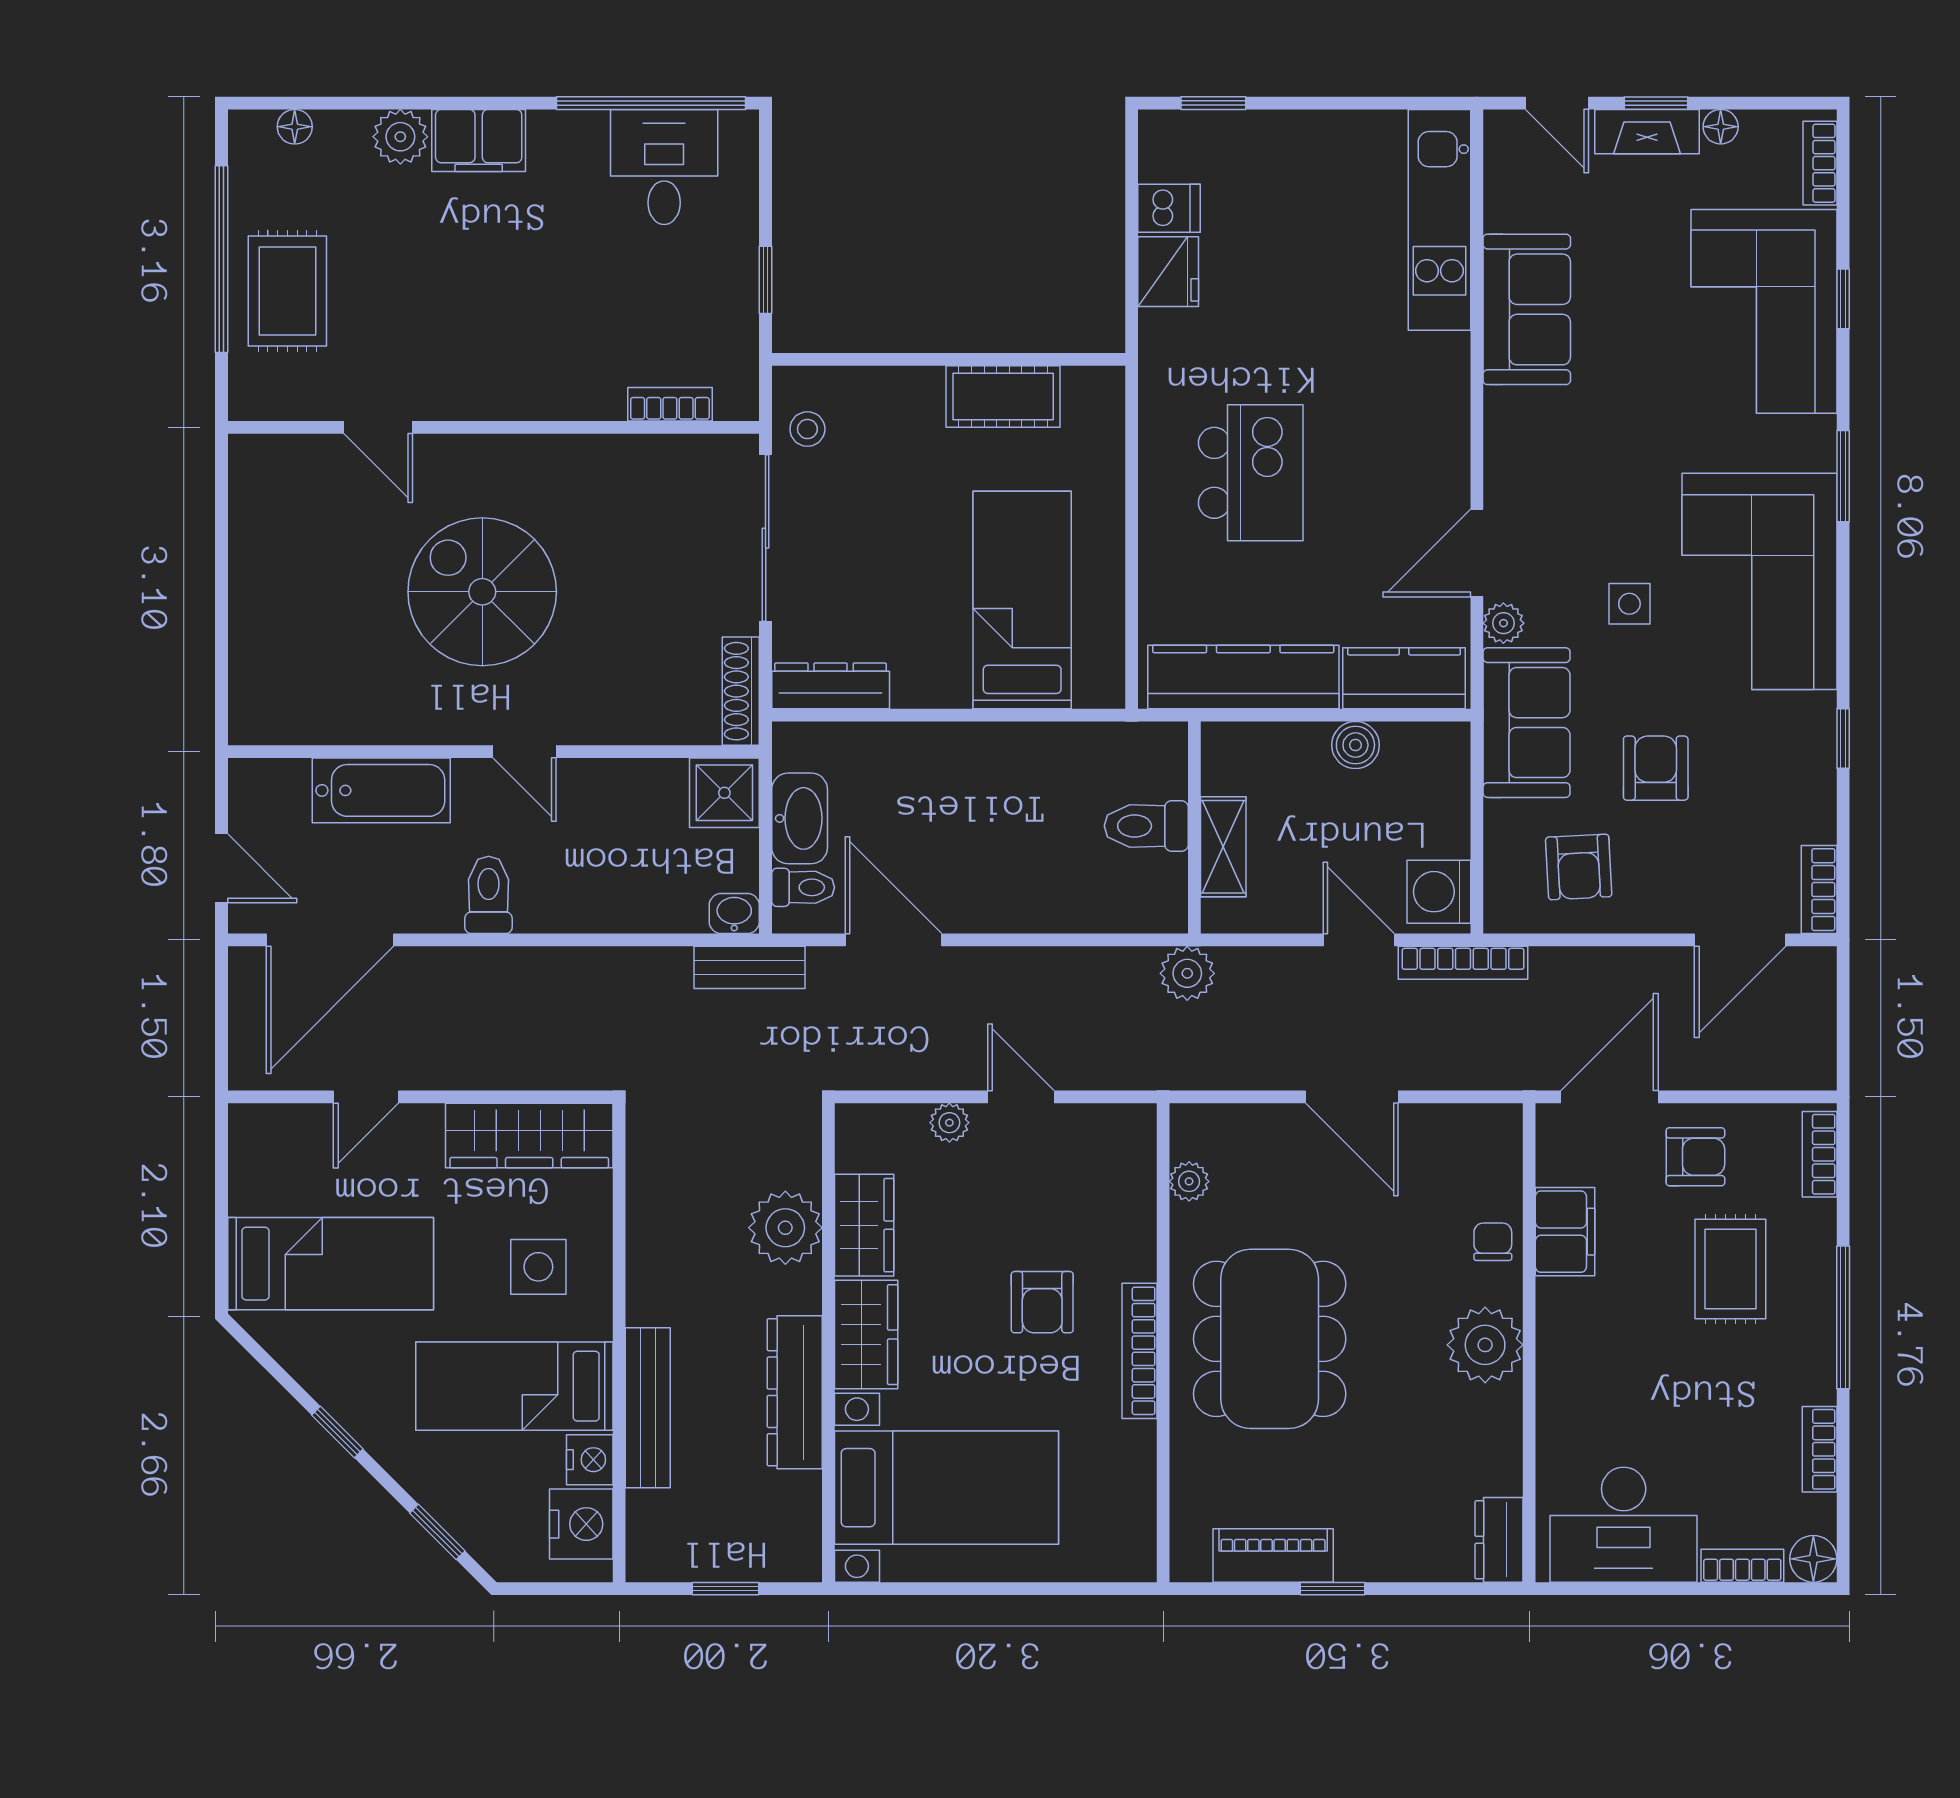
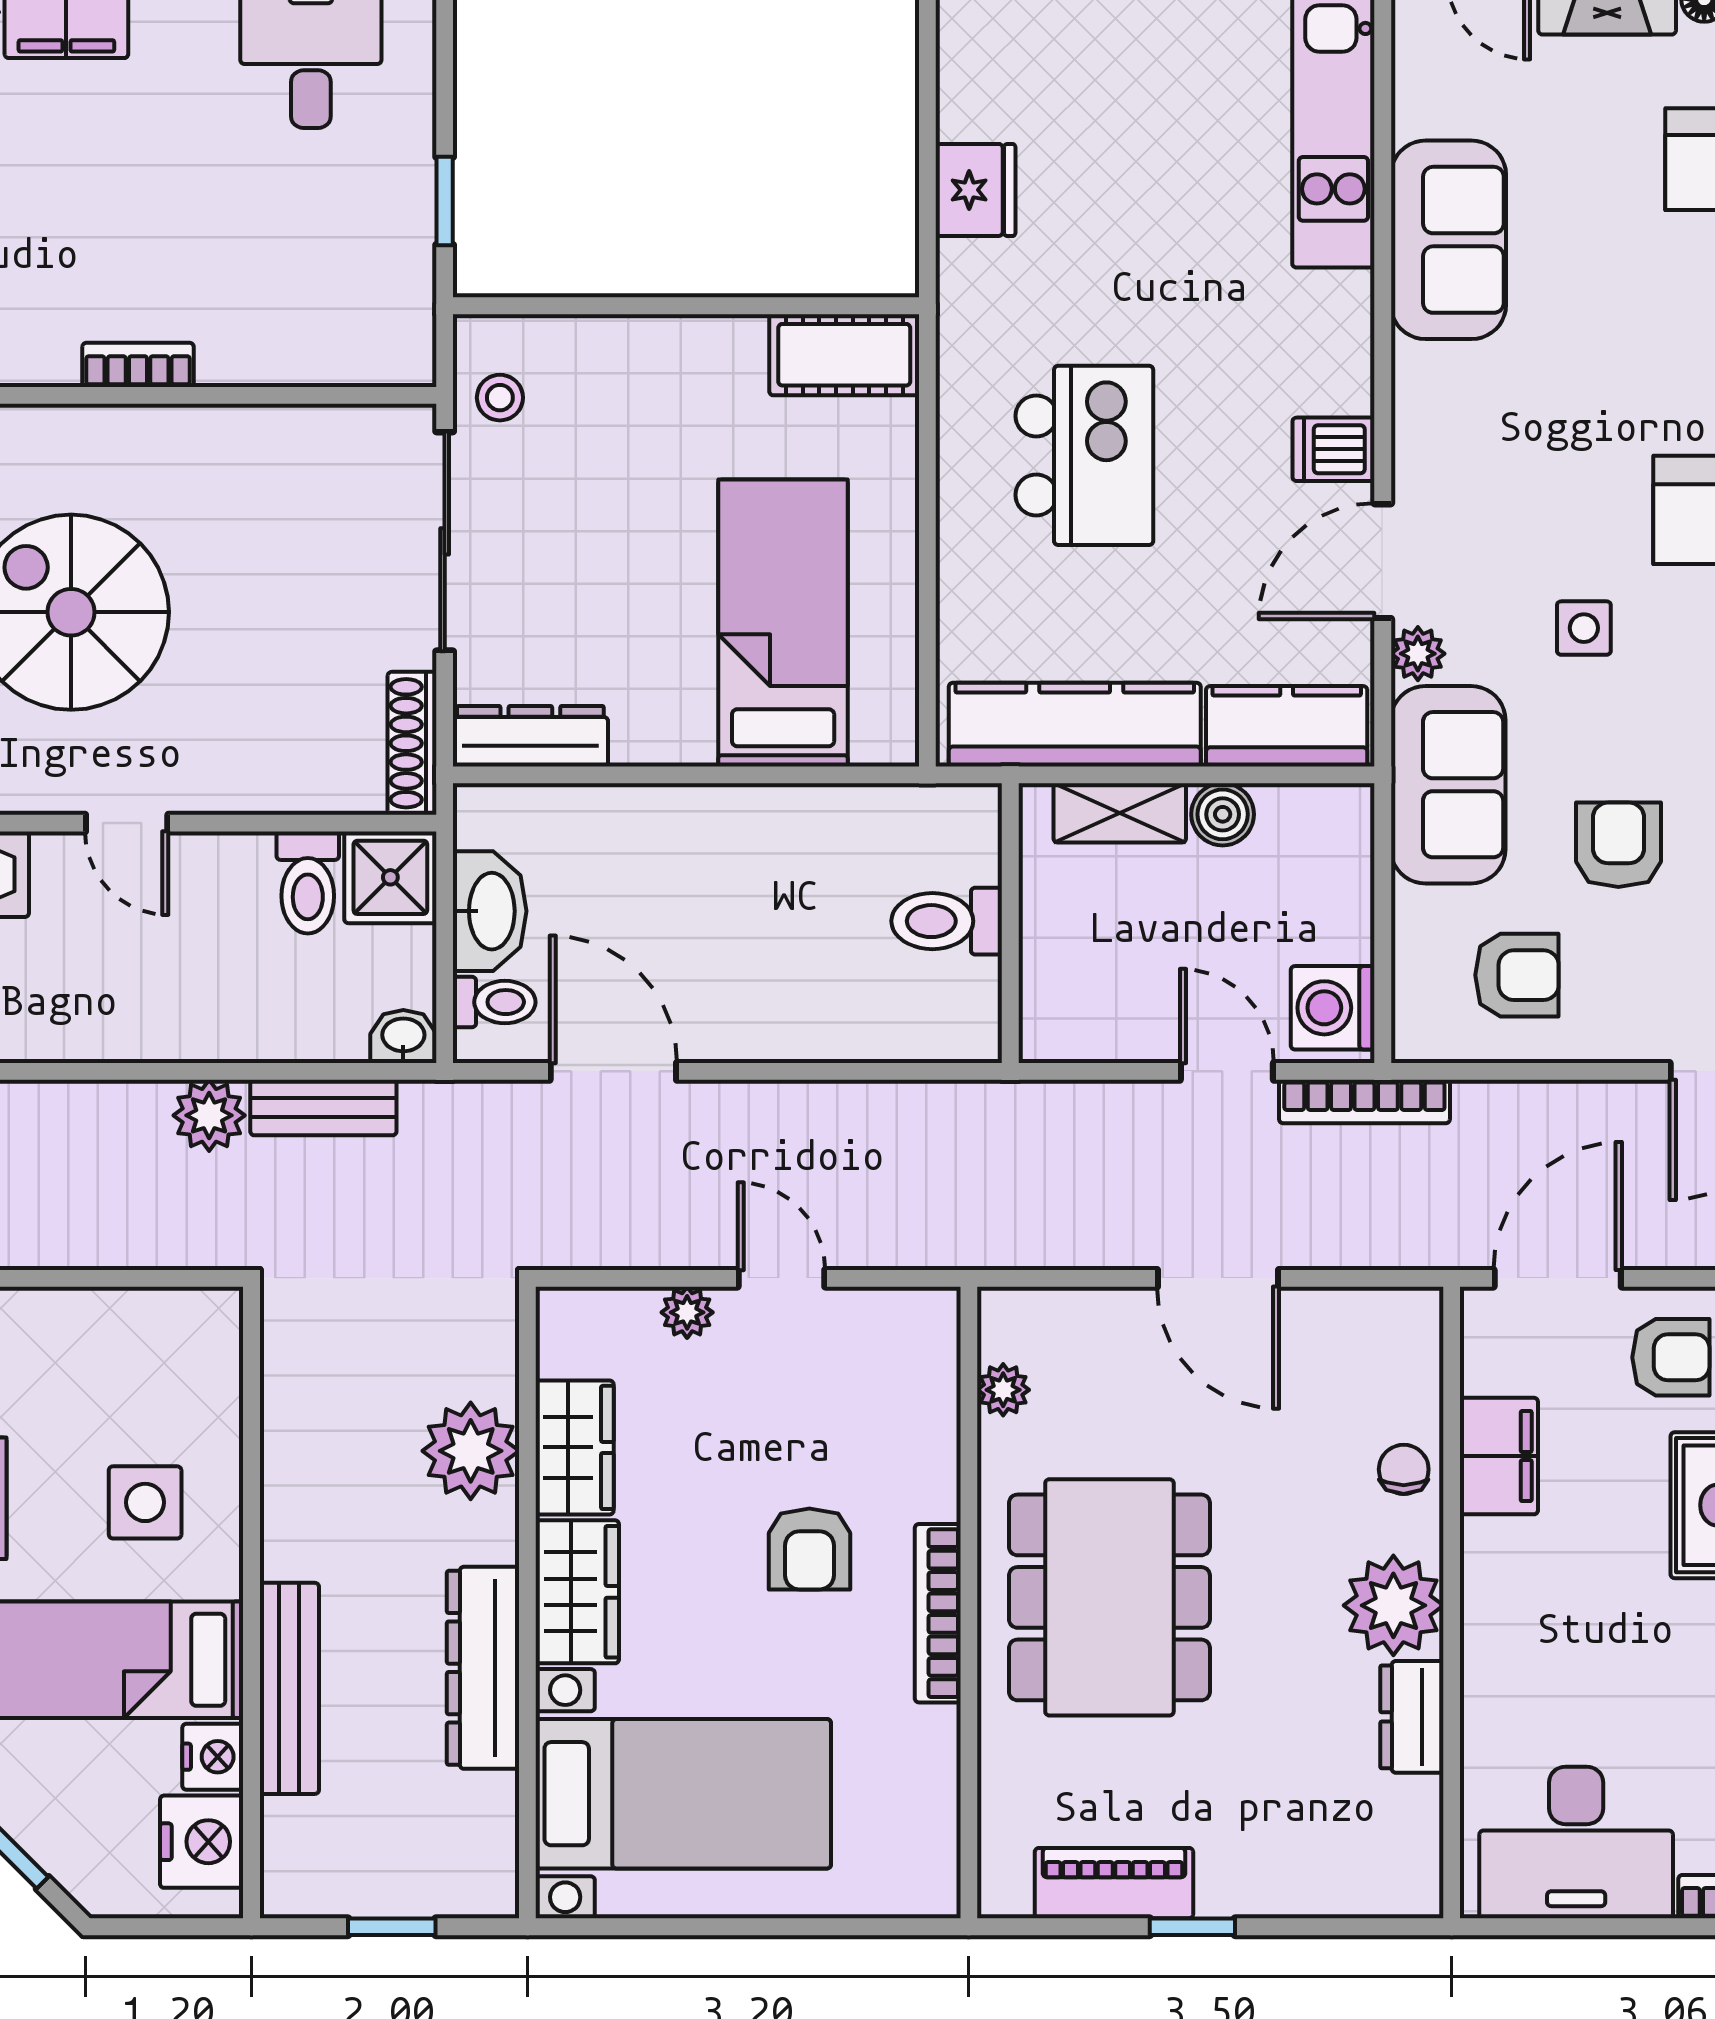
dishwasher: (1169, 208) -> (1333, 449), moved, turned 180
cot: (1003, 397) -> (844, 355), moved
bookcase: (670, 404) -> (138, 365), moved
shelving: (1223, 847) -> (1120, 813), moved, turned 90
armchair: (1579, 867) -> (1517, 975), turned -87
toilet: (489, 895) -> (308, 883), moved, turned 180
bench: (750, 967) -> (323, 1108), moved
plant: (1187, 973) -> (209, 1115), moved
wardrobe: (529, 1135) -> (133, 1329), removed
dresser: (1499, 1540) -> (1412, 1717), moved

